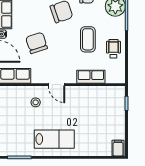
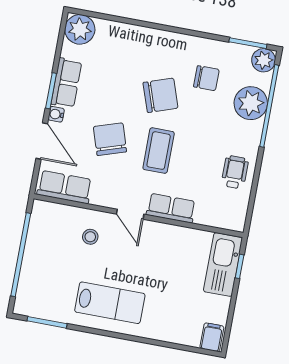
coffee table: (88, 39) -> (159, 151), moved
row of seats: (91, 77) -> (171, 208), moved
kitchen sink: (117, 104) -> (223, 265), added

